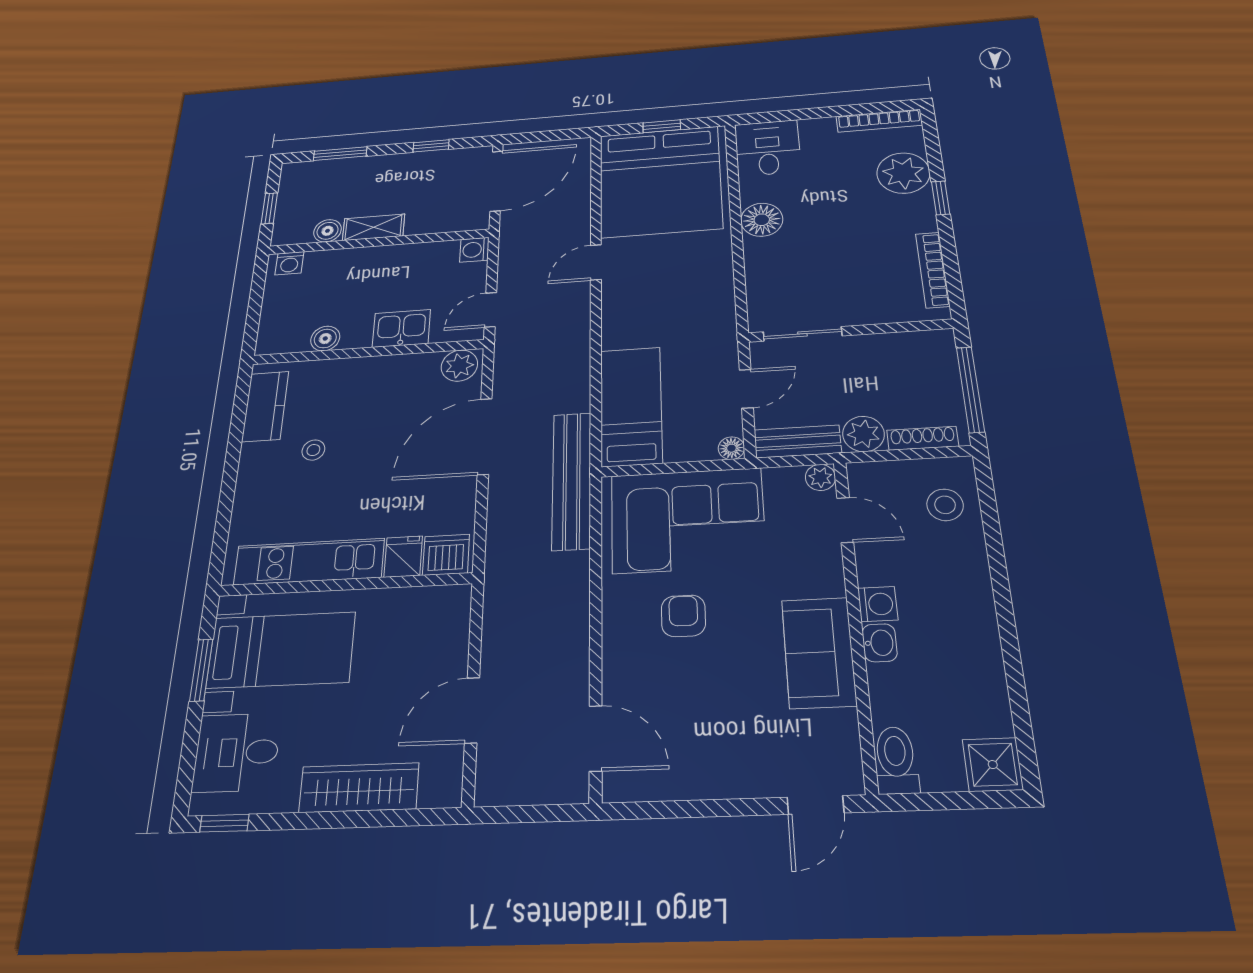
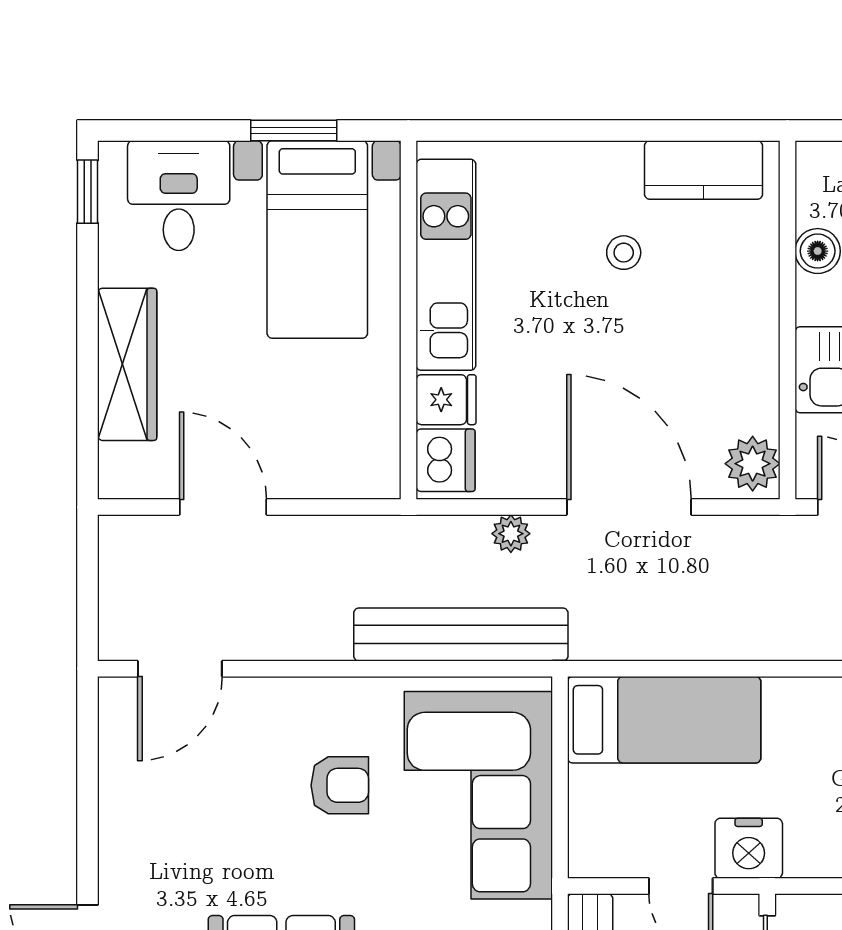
nightstand: (718, 350) -> (749, 848), added
floor lamp: (731, 448) -> (586, 860), removed
bench: (572, 480) -> (461, 635), moved
plant: (500, 509) -> (511, 534), added

